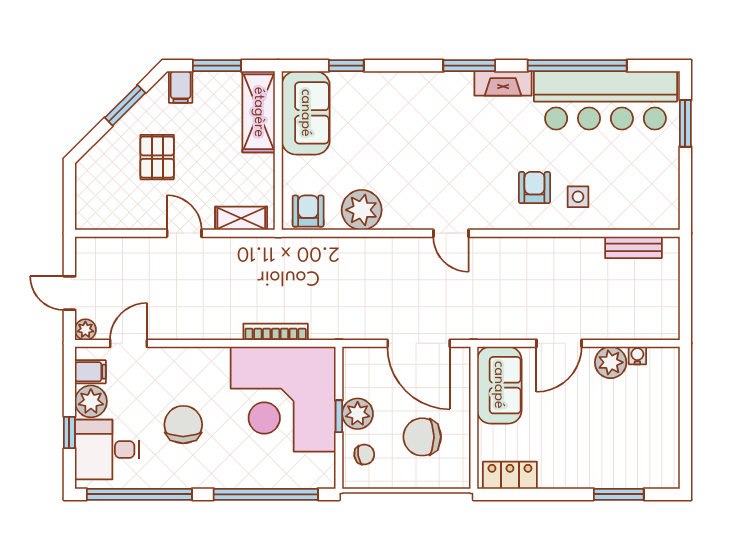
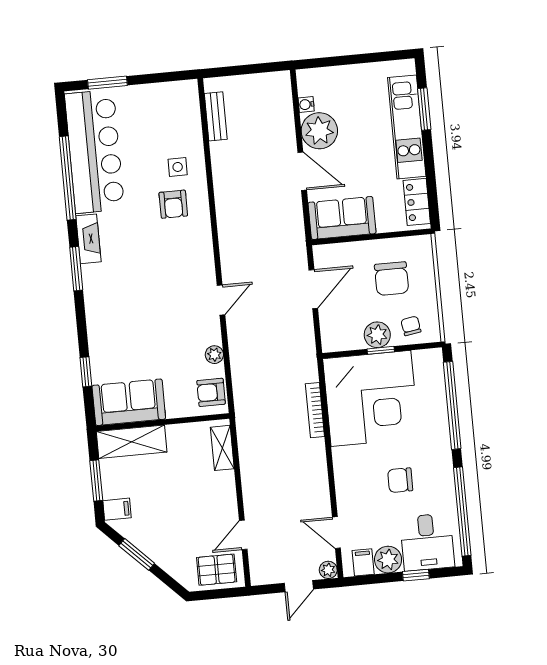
pallet: (157, 157) -> (217, 570), moved
armchair: (534, 187) -> (173, 204), turned -90
plant: (362, 210) -> (214, 355), width x0.53, depth x0.53
door: (184, 233) -> (243, 535), moved
door: (451, 233) -> (221, 300), moved
door: (419, 343) -> (313, 289), width x0.73
plant: (611, 362) -> (319, 131), width x1.36, depth x1.36
chair: (183, 425) -> (400, 480), width x0.73, depth x0.73
kitchen unit: (600, 472) -> (407, 127), added

